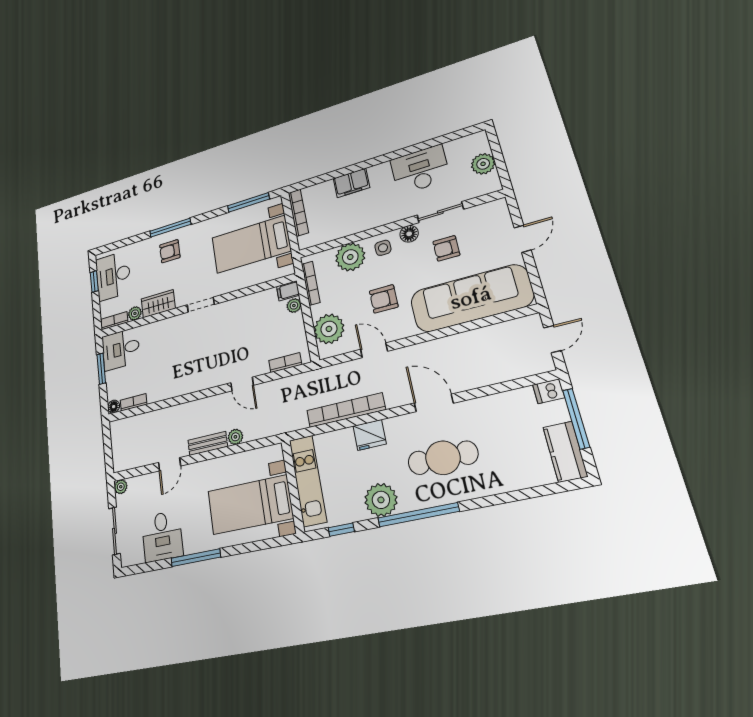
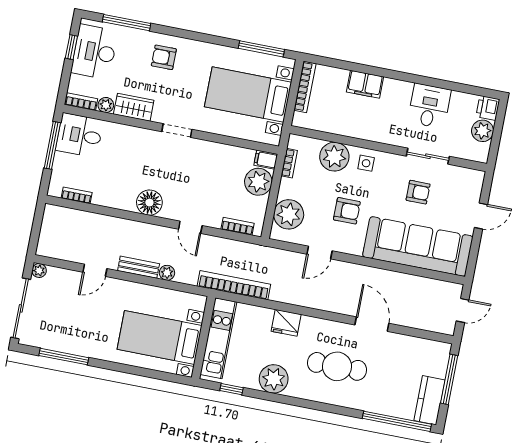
printer: (478, 142) -> (488, 108), added
desk: (420, 170) -> (429, 106), width x0.73
window: (170, 228) -> (127, 23), moved
floor lamp: (409, 234) -> (394, 162), removed
armchair: (446, 248) -> (418, 192), turned 180
bookcase: (311, 283) -> (289, 163), width x0.64
armchair: (384, 299) -> (347, 211), turned 180
plant: (294, 306) -> (258, 182), width x1.87, depth x1.87
door: (374, 350) -> (320, 252), swing flipped
window: (101, 369) -> (52, 145), width x1.44
dishwasher: (549, 391) -> (440, 350), removed
door: (434, 403) -> (372, 324), moved
floor lamp: (114, 407) -> (149, 203), moved, width x1.89, depth x1.89
bookcase: (346, 410) -> (234, 285), moved
window: (418, 515) -> (397, 421), moved
sliding door: (114, 531) -> (21, 308), width x1.37
desk: (162, 536) -> (67, 332), removed
window: (196, 558) -> (64, 357), moved

